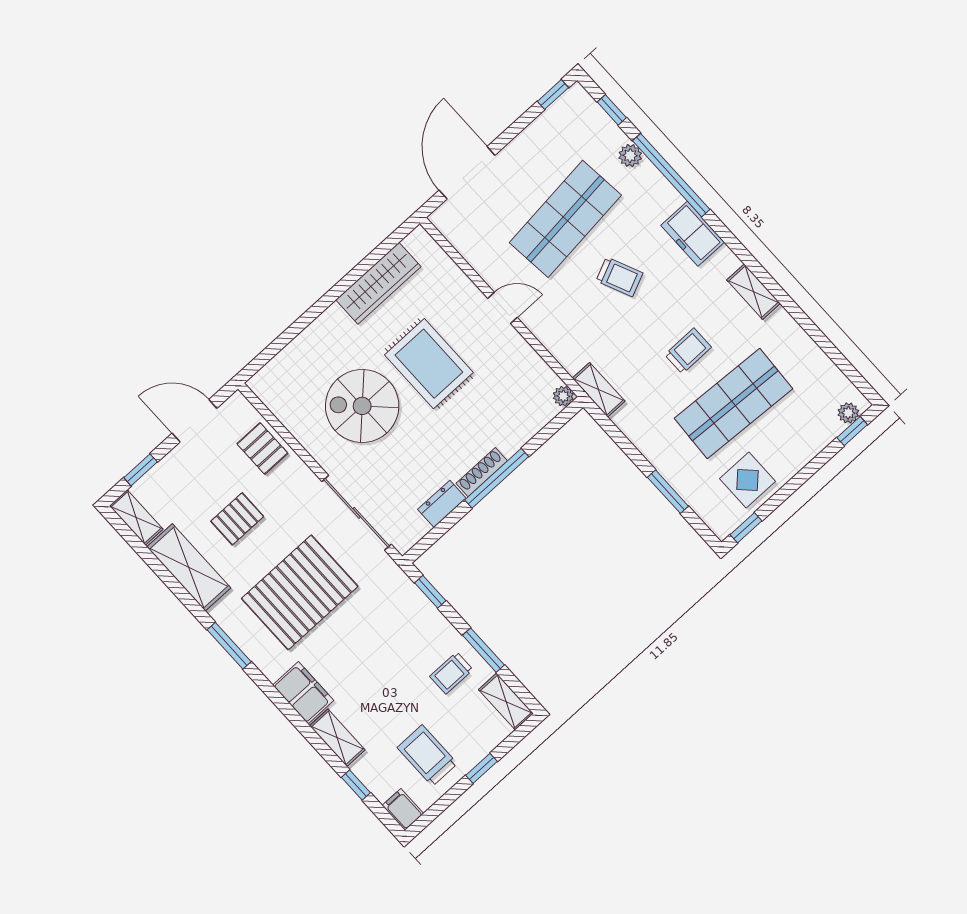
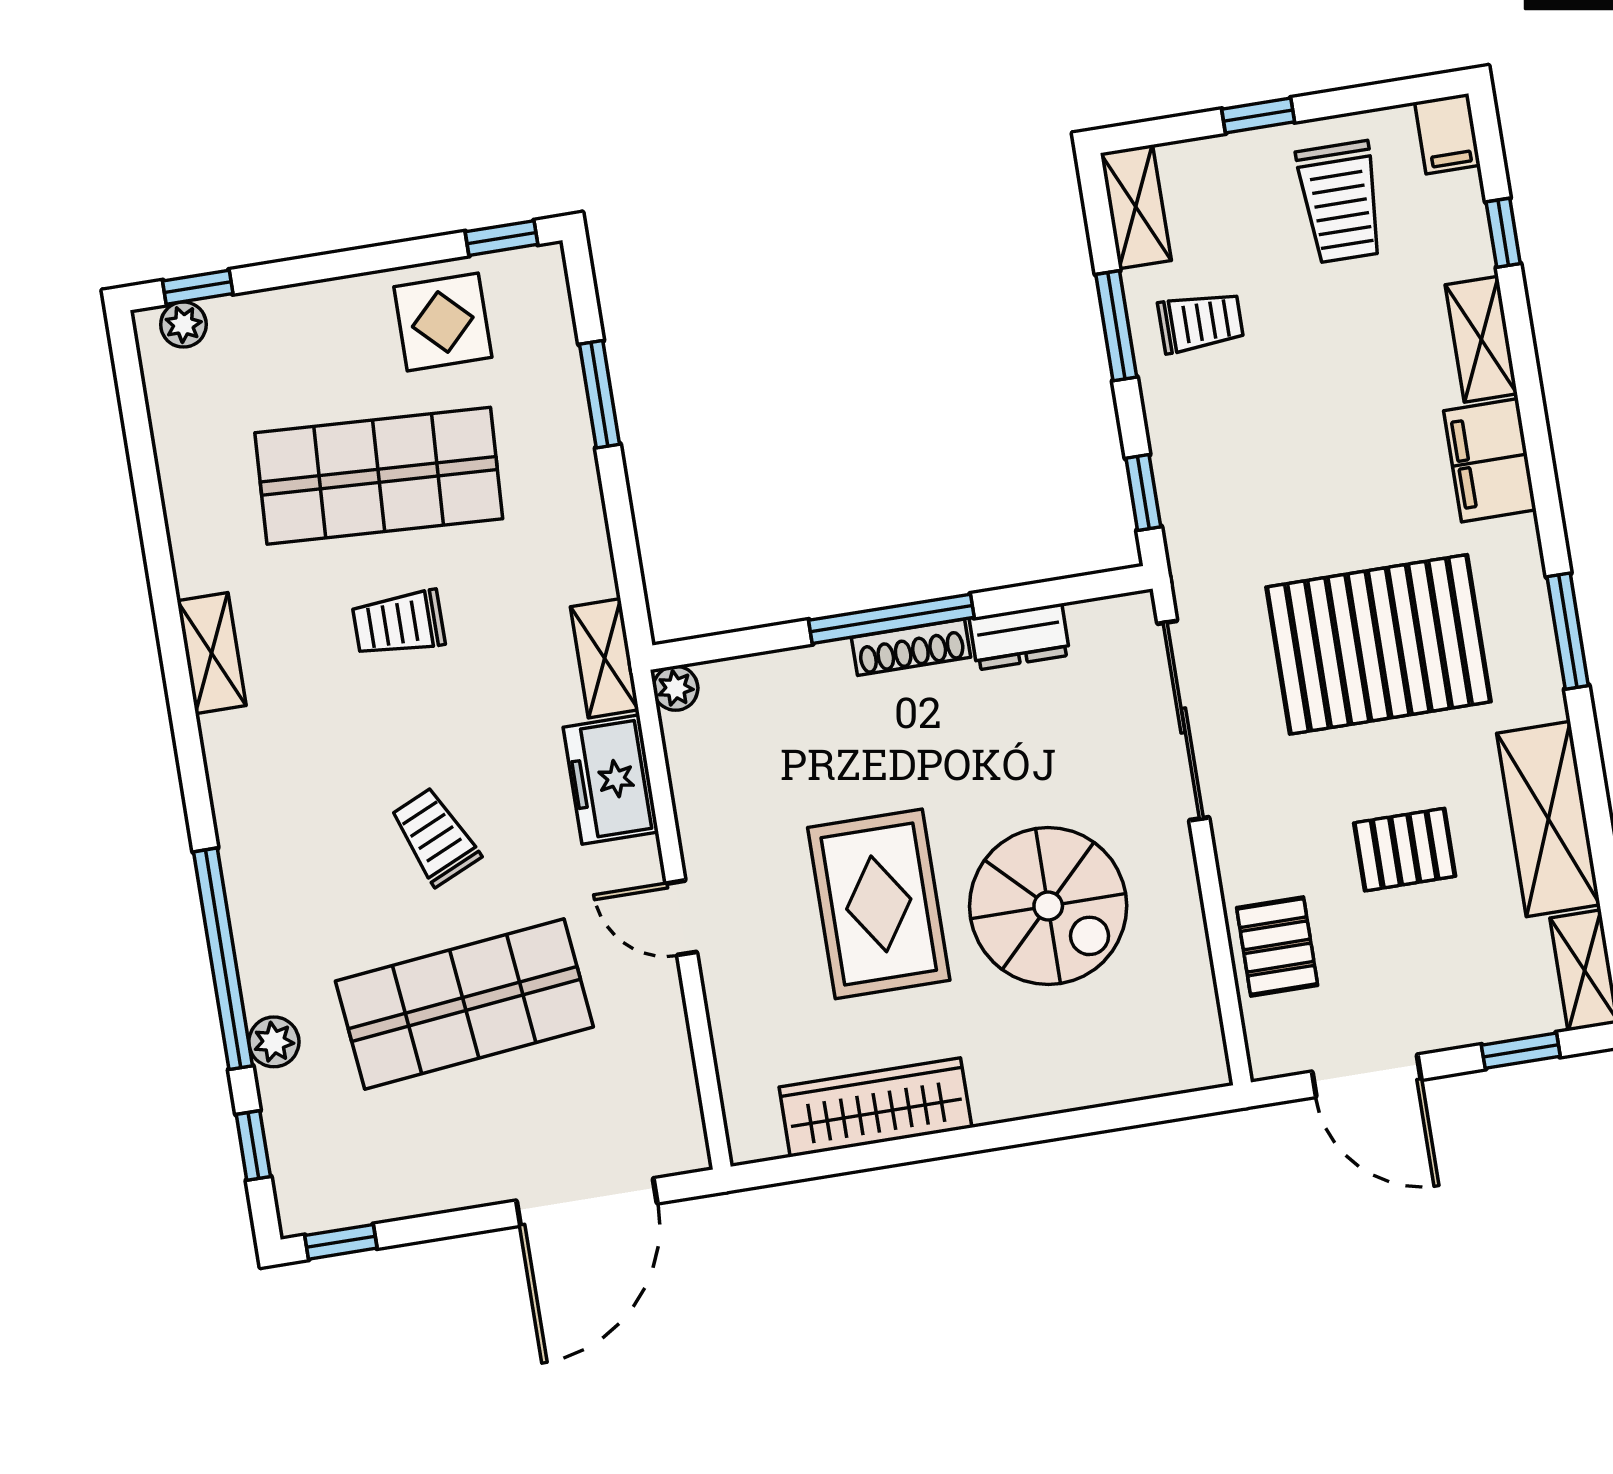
freezer: (693, 234) -> (611, 780), moved, turned 180

